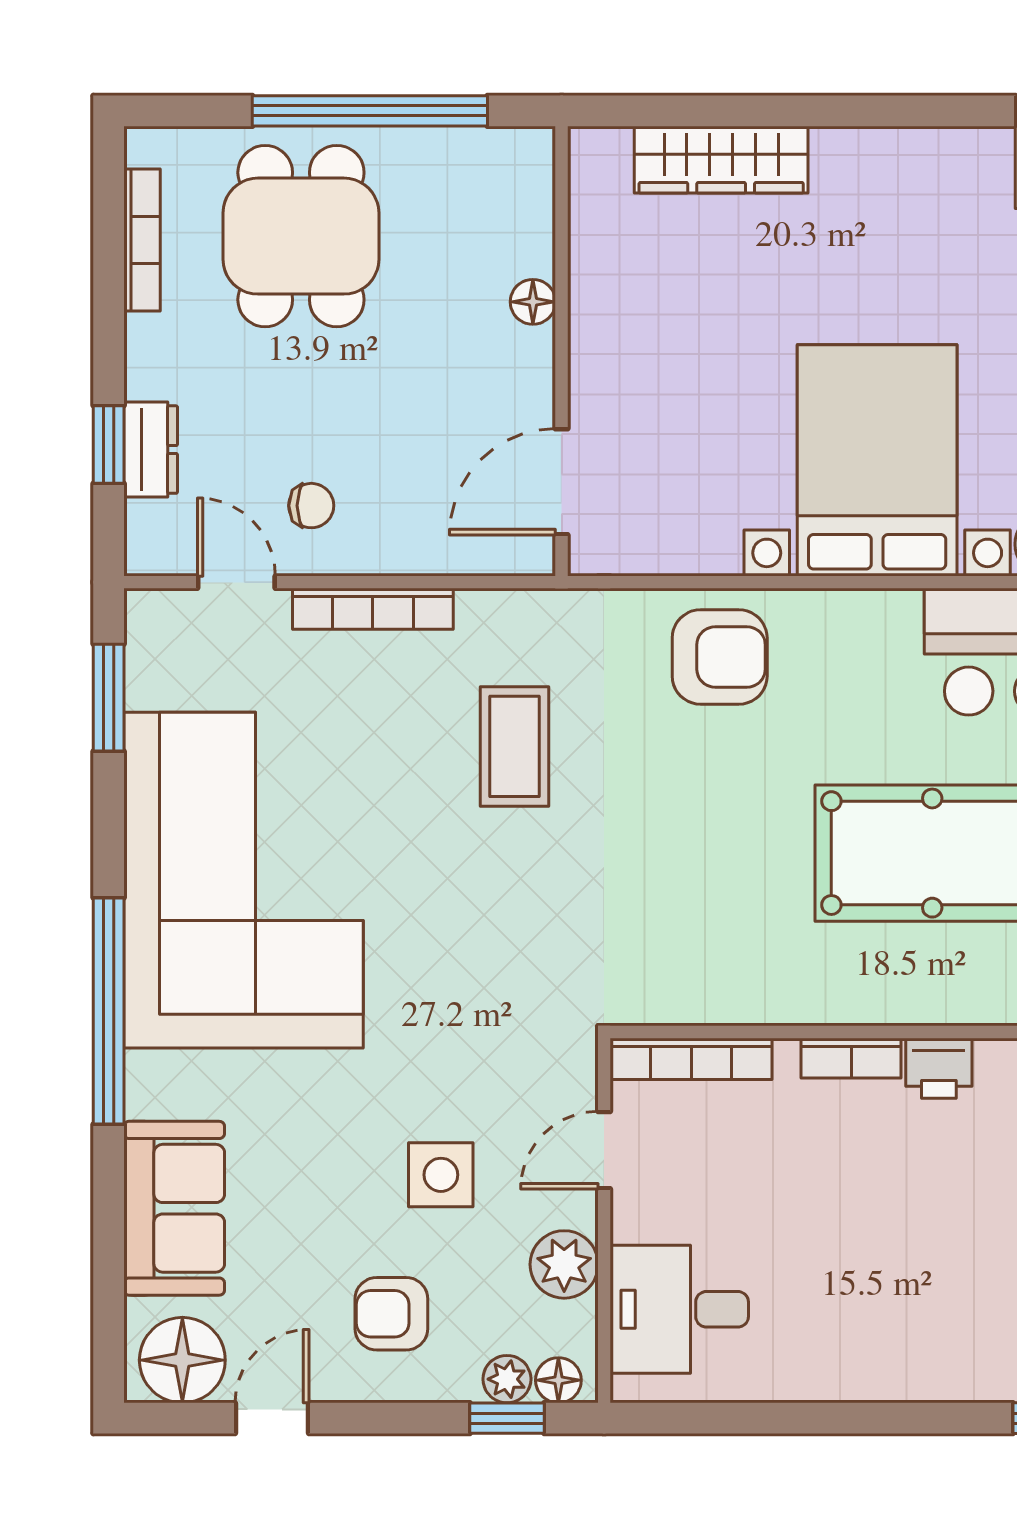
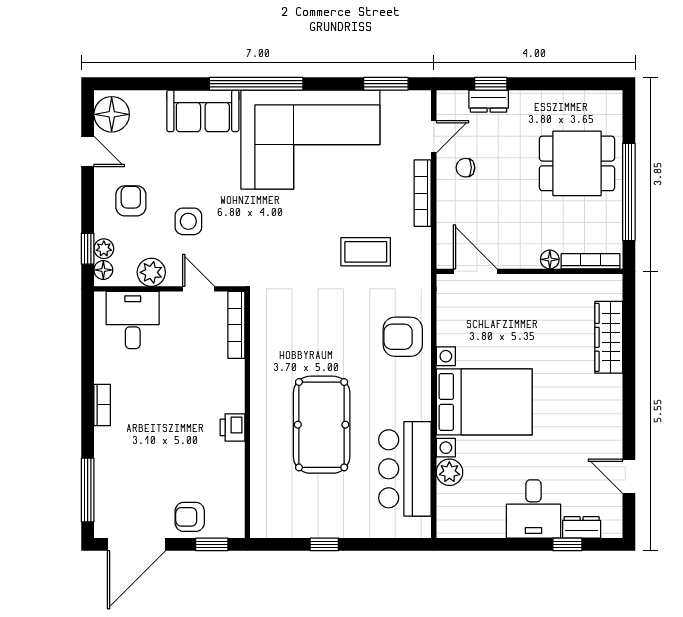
bookcase: (142, 240) -> (591, 261), moved, turned 180
chair: (311, 506) -> (465, 168), turned 90
armchair: (720, 657) -> (403, 337), turned 90
bookcase: (851, 1058) -> (102, 405), moved, turned 180
sofa: (174, 1208) -> (203, 111), moved

